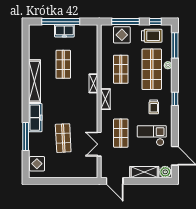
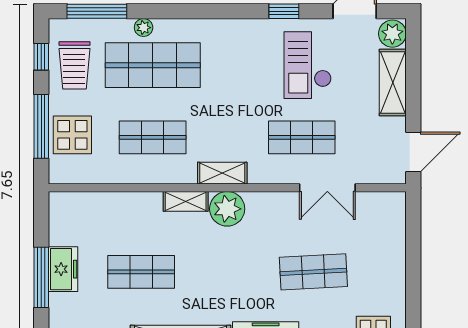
window: (61, 22) -> (41, 277), width x0.68
trolley: (152, 36) -> (74, 65), turned 180
window: (175, 99) -> (284, 11), moved
plant: (90, 101) -> (227, 209), added
trolley: (154, 107) -> (240, 60), removed

